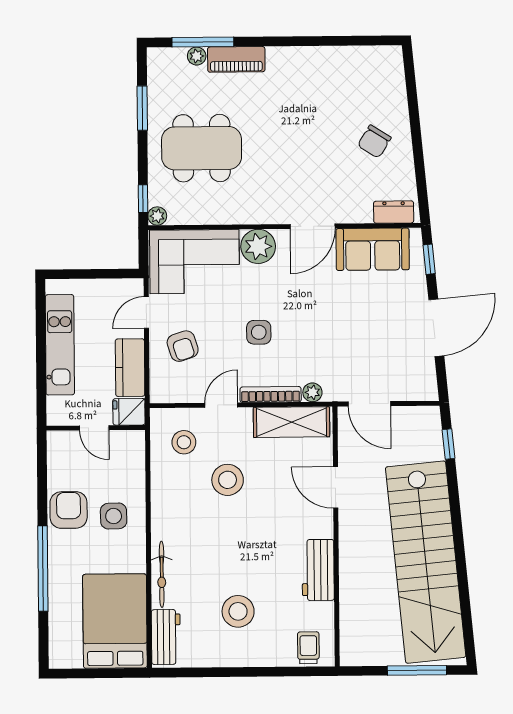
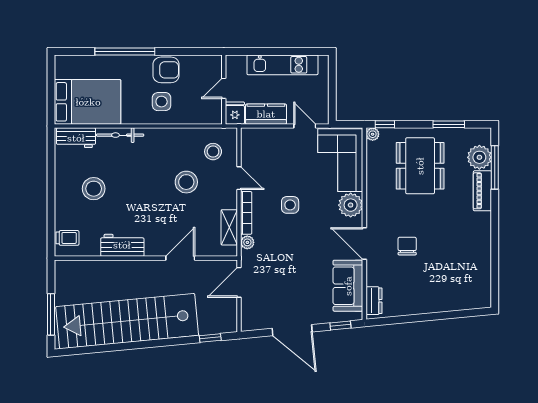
plant: (197, 56) -> (479, 157), width x1.88, depth x1.88
chair: (374, 142) -> (407, 246), moved, turned 58
armchair: (183, 346) -> (281, 151), removed
shelving: (291, 422) -> (229, 227), width x0.67, depth x0.75

